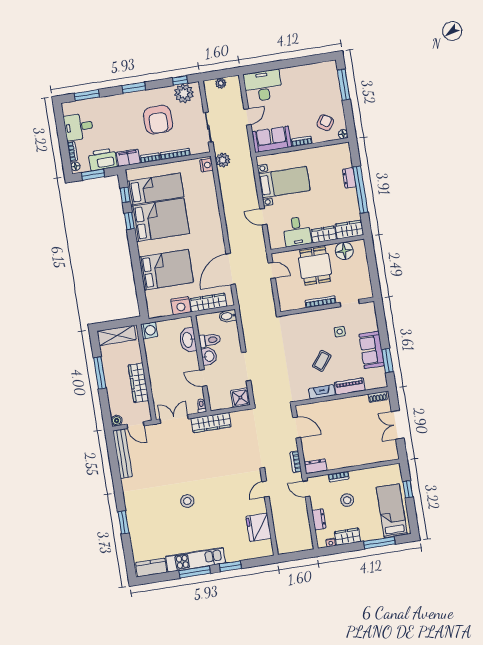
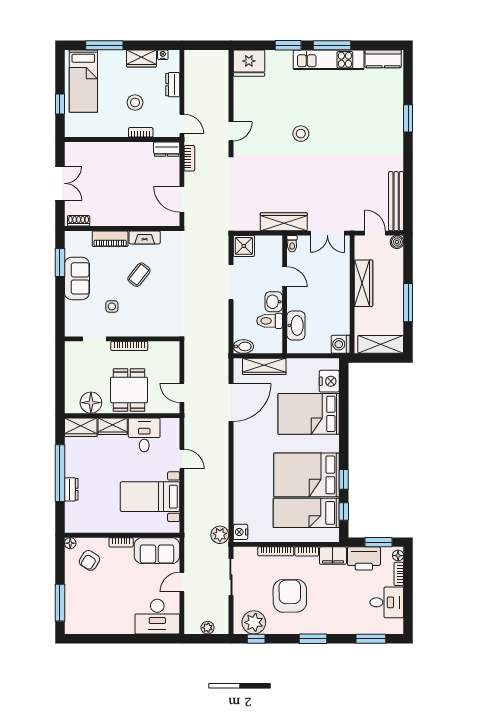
nightstand: (181, 306) -> (329, 381), moved, turned 90
stool: (187, 501) -> (301, 134), moved
fridge: (259, 527) -> (249, 63), moved, turned 90

